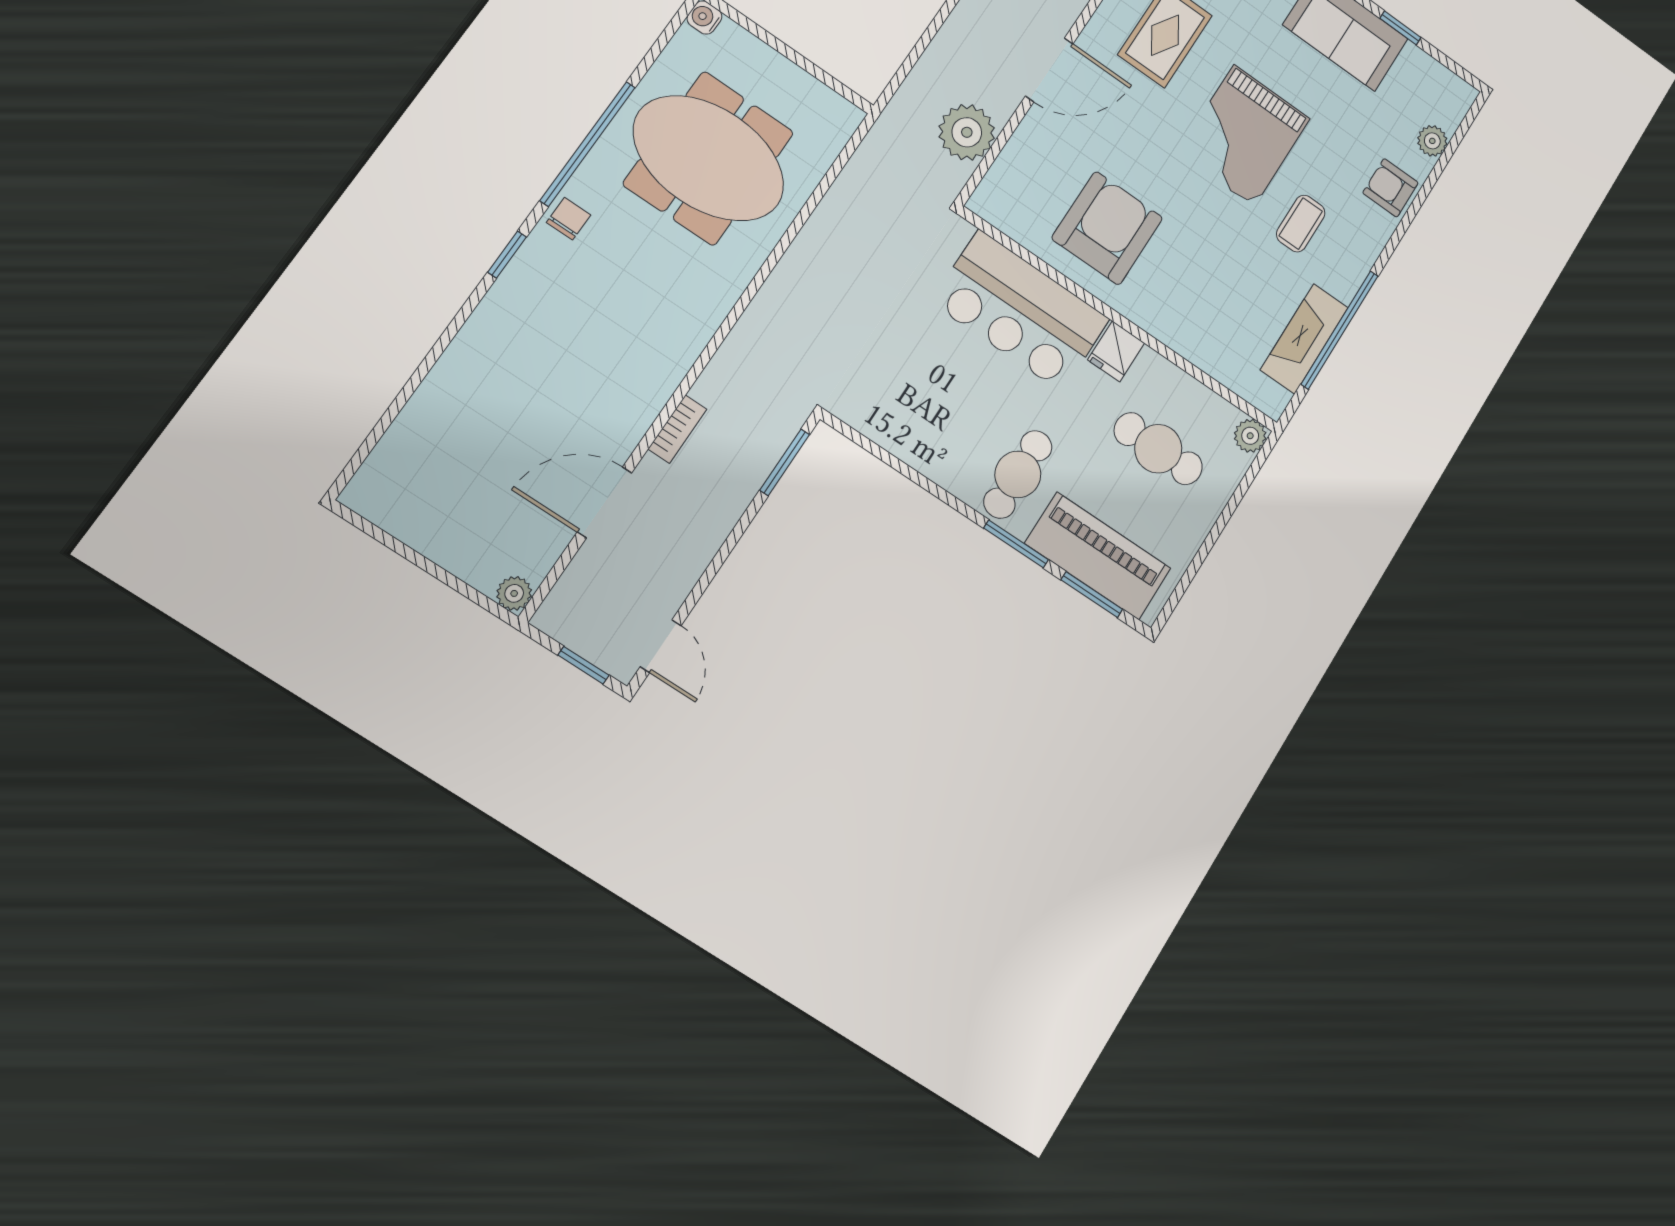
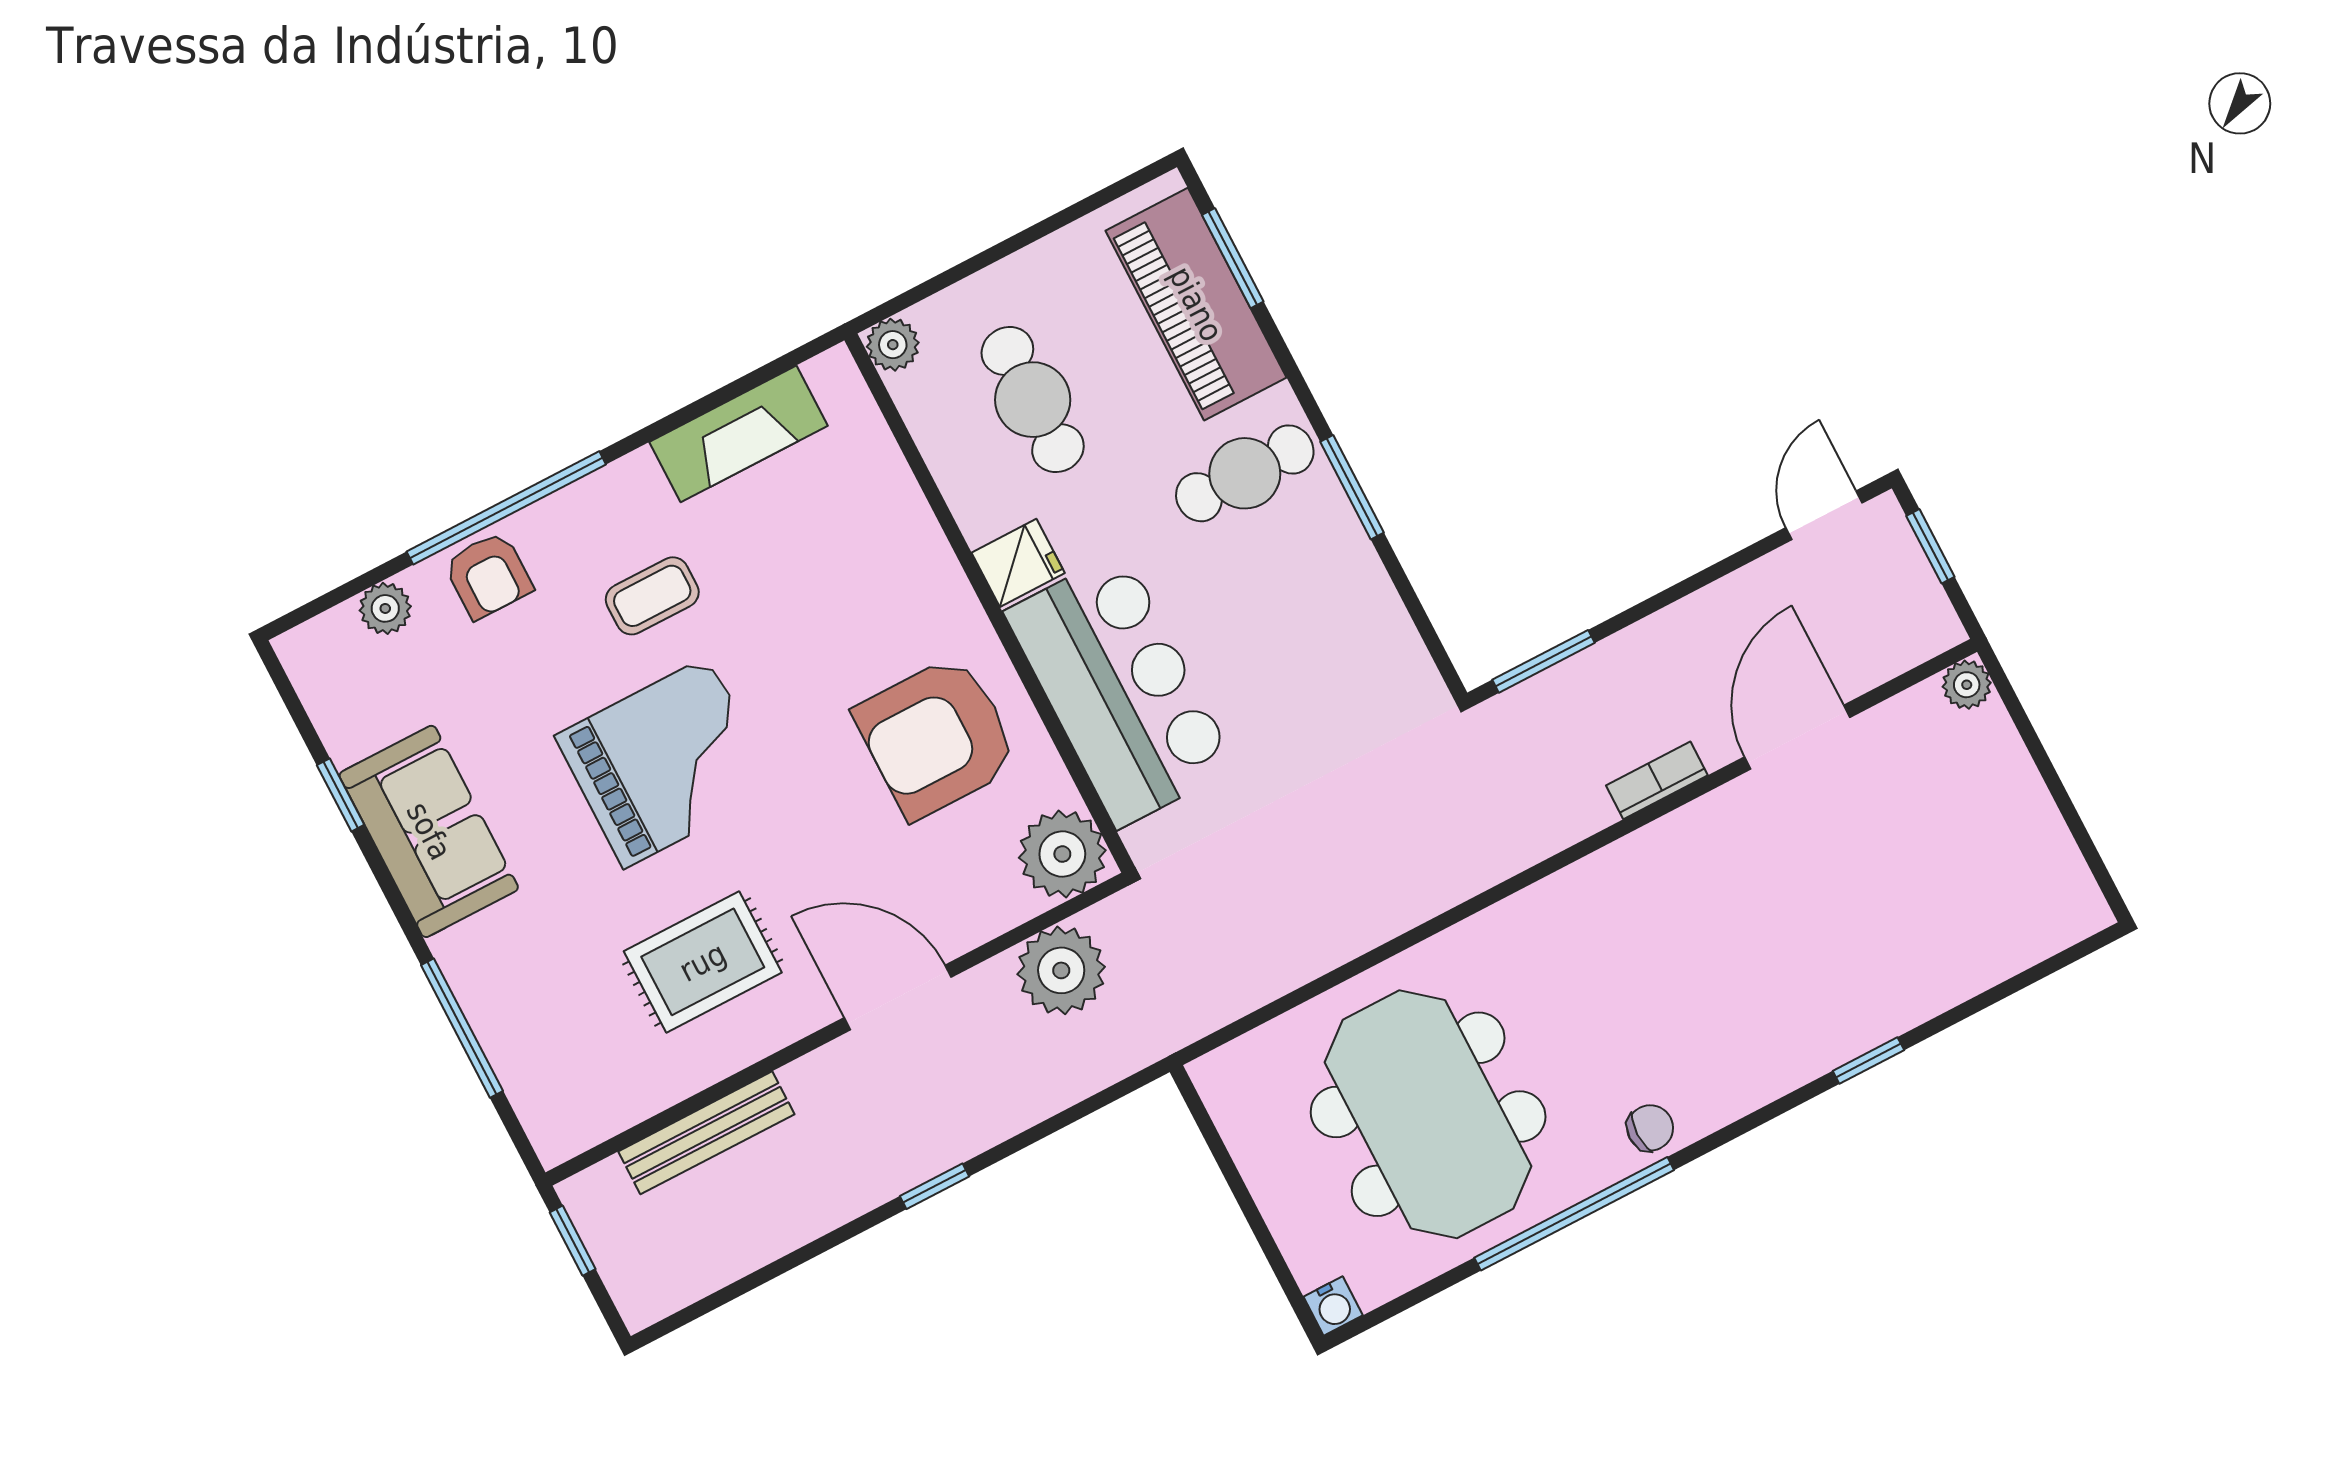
plant: (1002, 199) -> (1062, 854), added
chair: (568, 219) -> (1650, 1128), turned 180
window: (507, 255) -> (1868, 1061), moved
window: (1340, 330) -> (506, 508), moved
door: (604, 502) -> (1797, 737), swing flipped
window: (1016, 544) -> (1352, 487), moved

